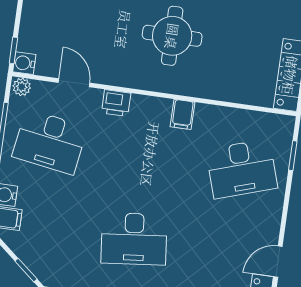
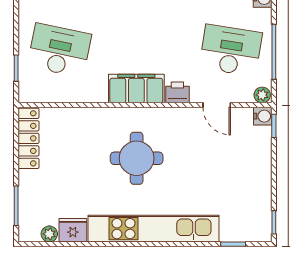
filing cabinet: (183, 114) -> (136, 89), width x3.00, depth x1.17
desk: (242, 169) -> (59, 50), turned 30

